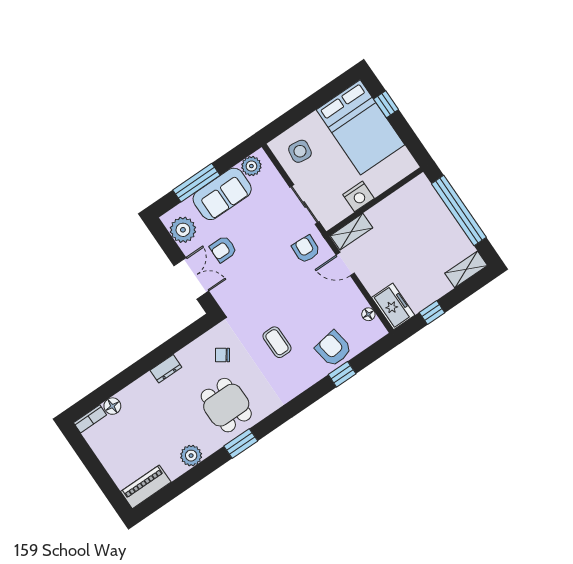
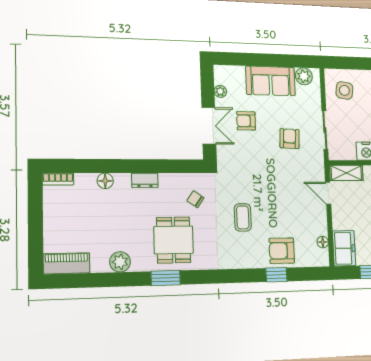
window: (196, 183) -> (257, 60), removed
plant: (183, 230) -> (220, 91), width x0.53, depth x0.53
armchair: (306, 249) -> (290, 139), moved
armchair: (333, 349) -> (282, 251), turned -81
floor lamp: (112, 406) -> (105, 181), moved

